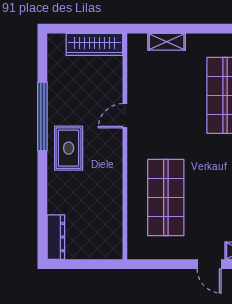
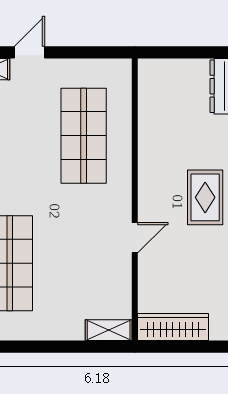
shelving: (167, 42) -> (109, 330), moved
door: (209, 264) -> (29, 52), hinge flipped

